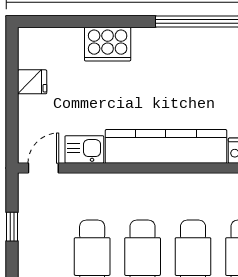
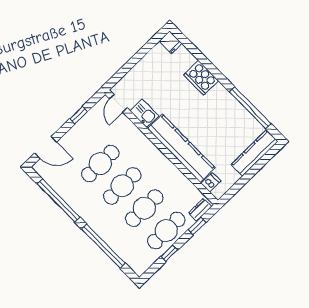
fridge: (32, 82) -> (170, 42), moved
door: (43, 168) -> (118, 103), swing flipped

